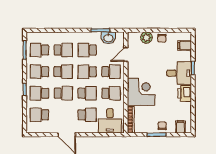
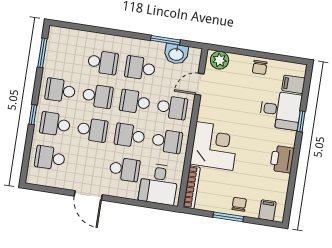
plant: (146, 38) -> (220, 60), moved
school desk: (39, 50) -> (65, 57), removed
desk: (179, 73) -> (281, 110), moved
school desk: (87, 93) -> (130, 136), turned 180

